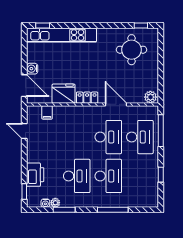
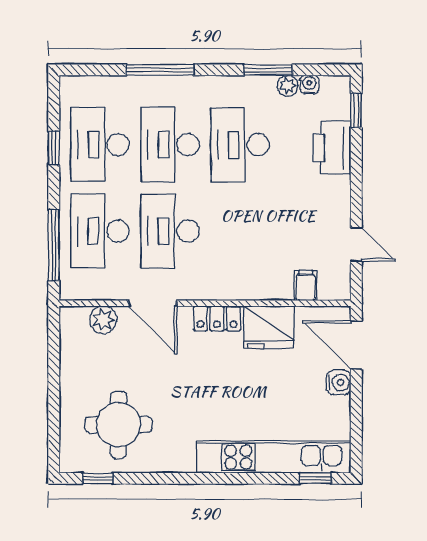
plant: (150, 97) -> (103, 320), moved
desk: (140, 176) -> (100, 145), added

